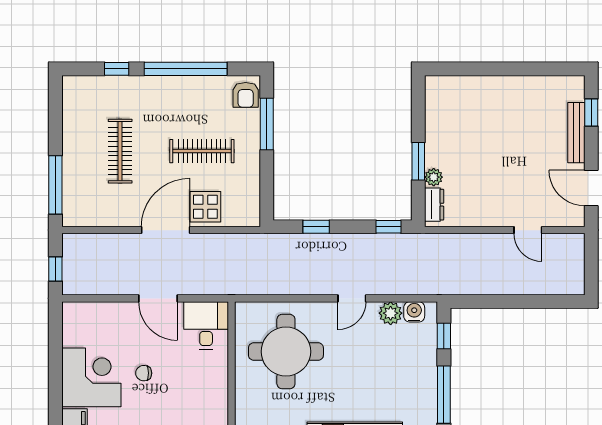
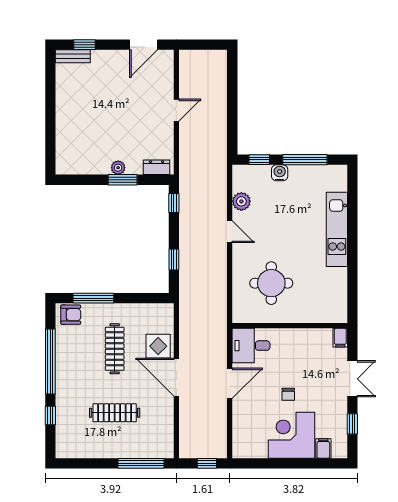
bench: (576, 133) -> (73, 56), moved, width x0.73
plant: (434, 177) -> (118, 168), moved
door: (528, 230) -> (176, 110), moved
water cooler: (414, 312) -> (280, 173), moved, turned 90
round table: (286, 352) -> (271, 283), width x0.73, depth x0.73

